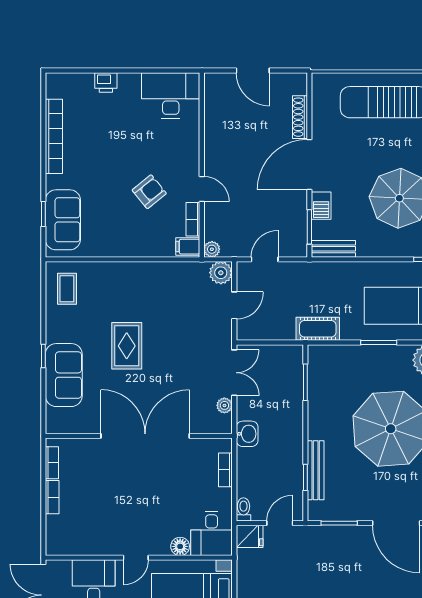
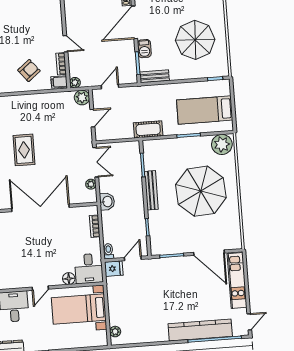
armchair: (149, 192) -> (29, 71), moved
bench: (316, 470) -> (151, 190), moved

